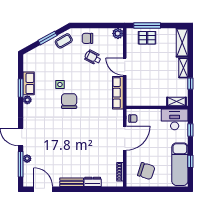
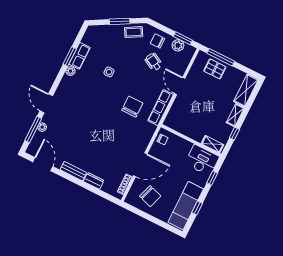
window: (107, 26) -> (183, 38), added
plant: (118, 33) -> (178, 45), moved
chair: (69, 101) -> (132, 107), moved
door: (125, 138) -> (140, 165), moved

